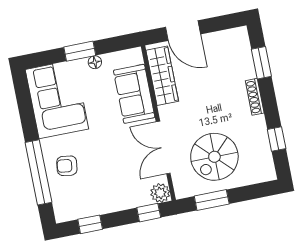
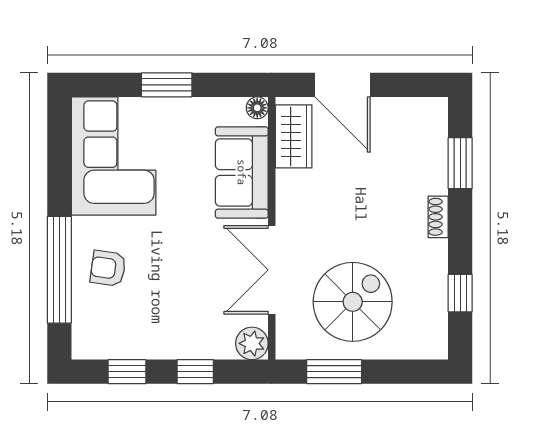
floor lamp: (95, 62) -> (257, 108), moved
wardrobe: (162, 76) -> (294, 136), width x0.67
shoe rack: (255, 97) -> (438, 217), width x0.70
spiral stairs: (214, 157) -> (353, 302), turned 180
window: (149, 213) -> (195, 372), moved

